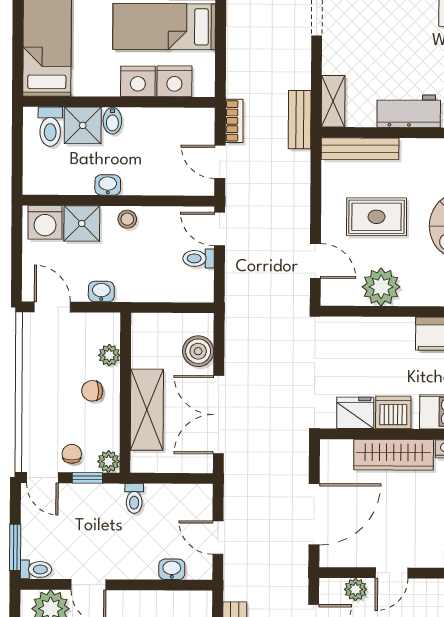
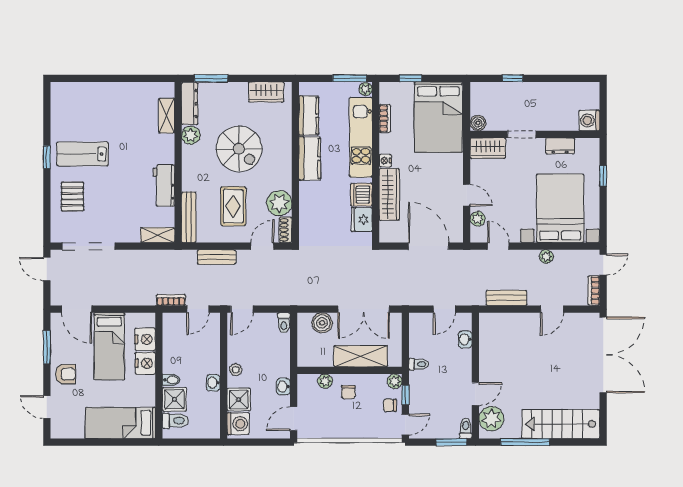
bench: (300, 120) -> (216, 257), moved
toilet: (199, 258) -> (284, 323), moved
shoe rack: (340, 296) -> (286, 230), added

